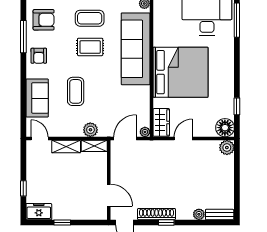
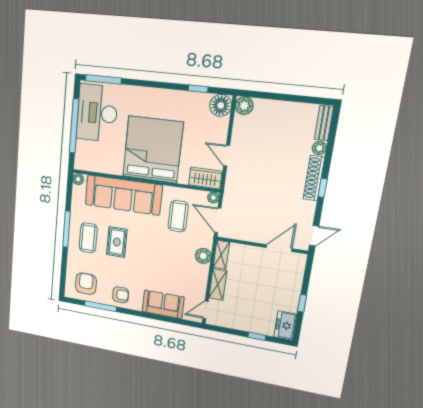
coffee table: (76, 91) -> (178, 216), moved, turned 90
shoe rack: (156, 214) -> (314, 178), moved

